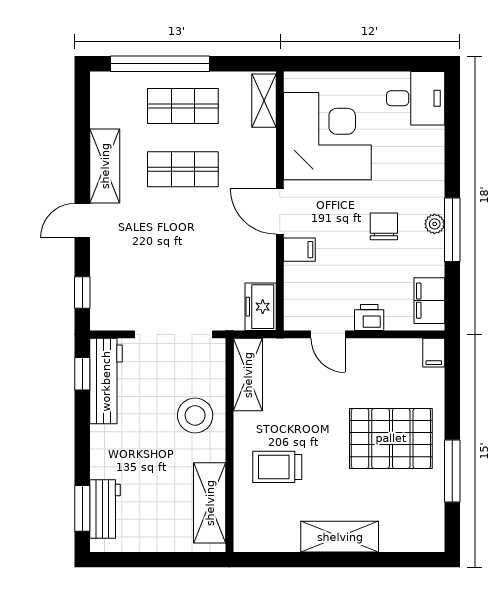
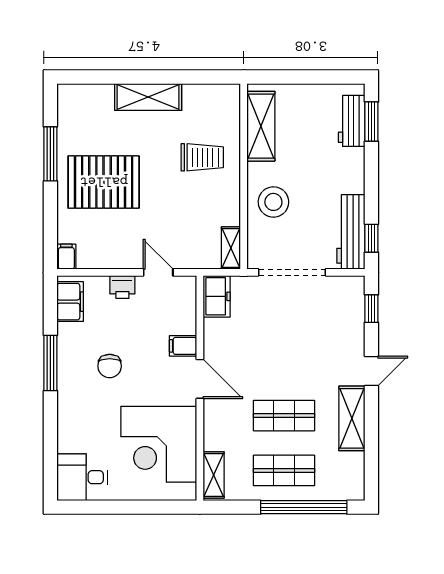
plant: (435, 224) -> (66, 368), removed
shelving: (248, 375) -> (231, 248), width x0.67, depth x0.75

